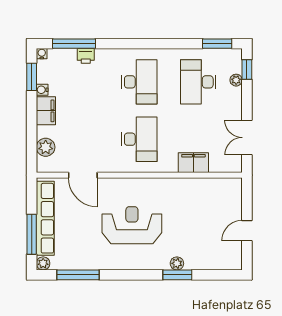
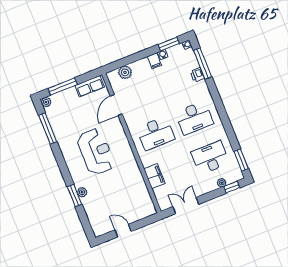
filing cabinet: (46, 111) -> (154, 61), width x0.50
row of seats: (45, 218) -> (90, 86), width x0.50

